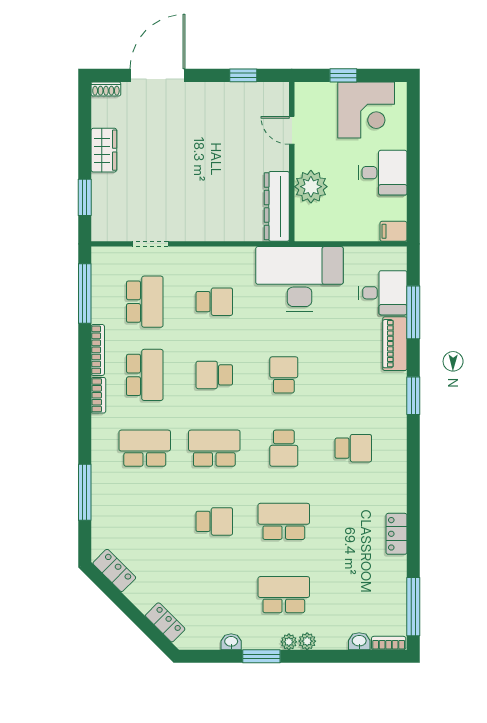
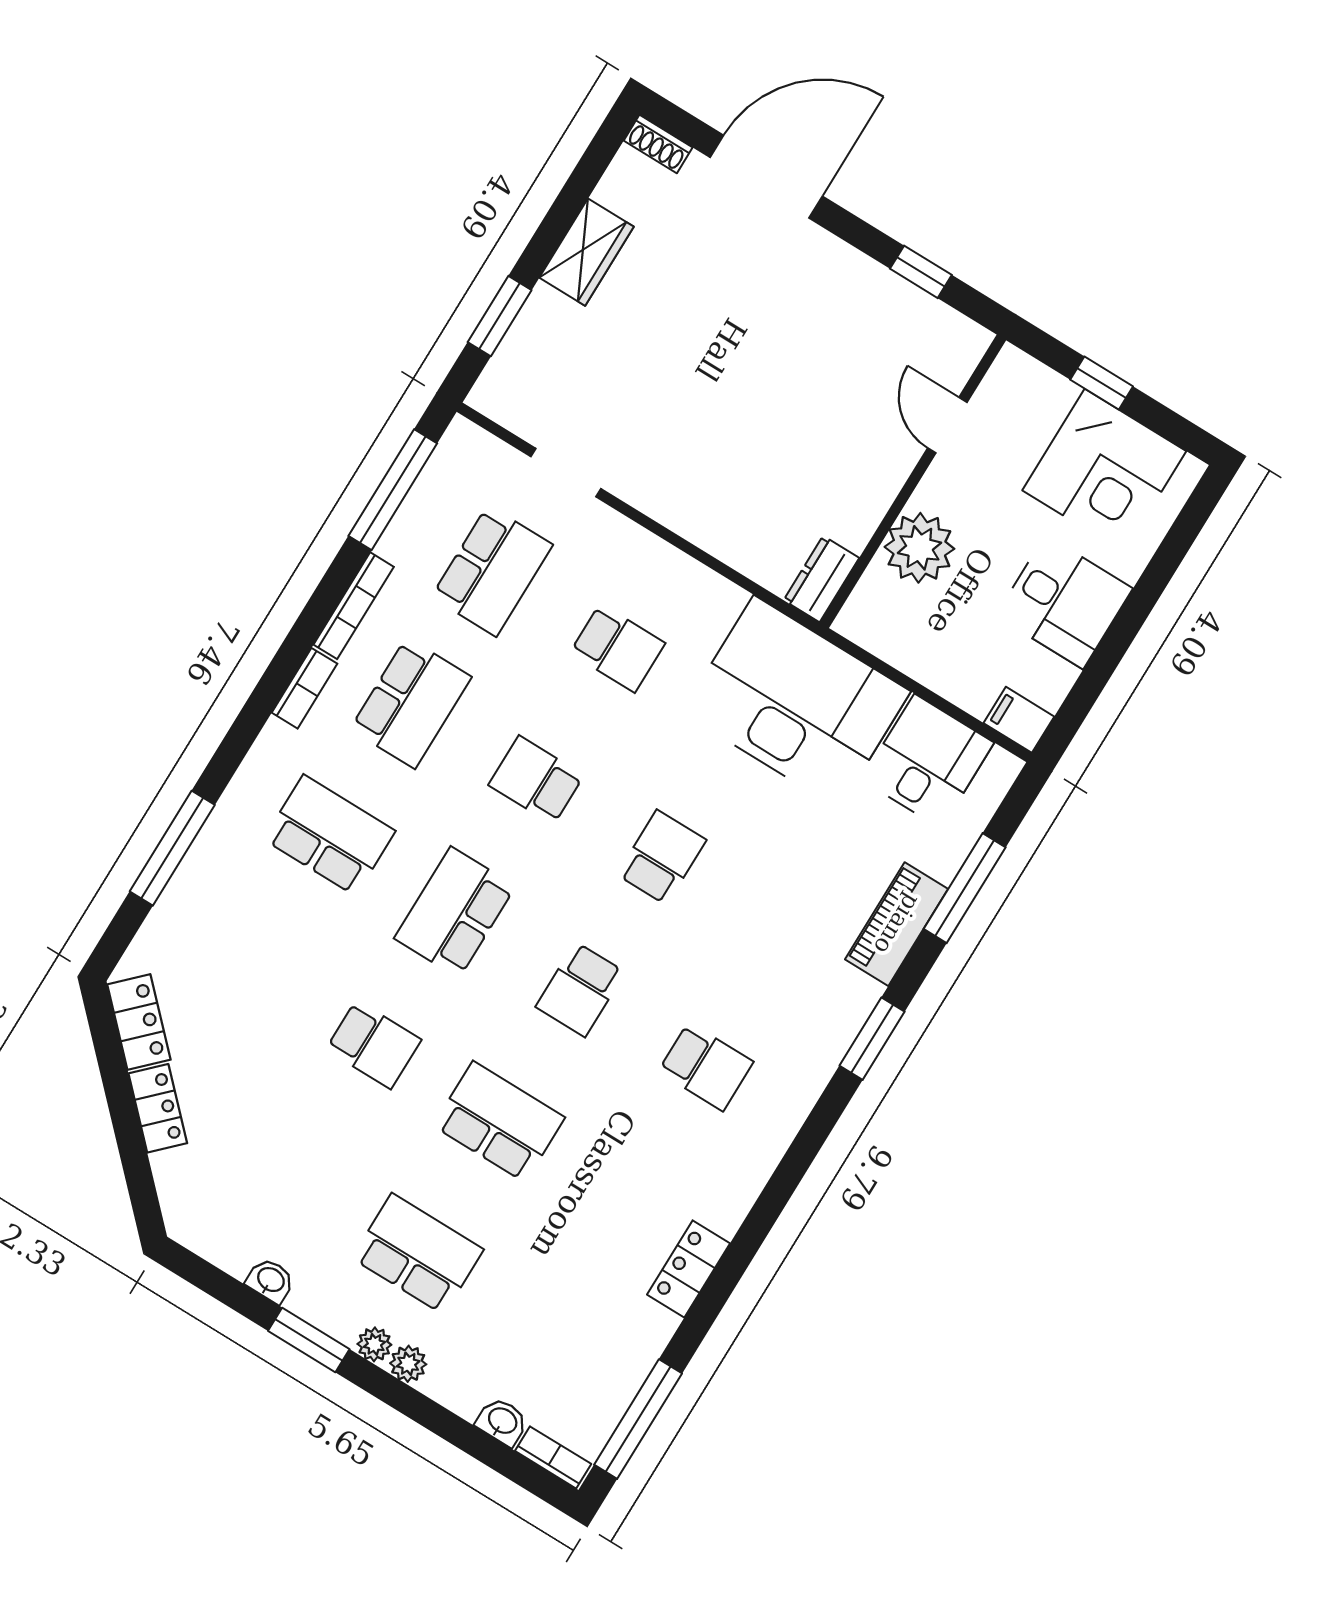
dresser: (277, 206) -> (821, 579), width x0.51, depth x0.80
desk: (383, 293) -> (928, 761), moved, turned -90
school desk: (214, 448) -> (455, 912), turned -90
locker: (165, 622) -> (158, 1108), moved

